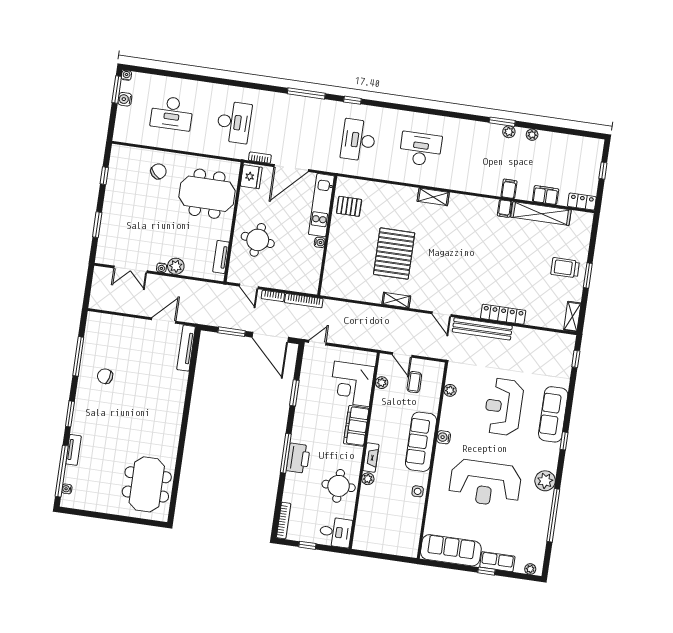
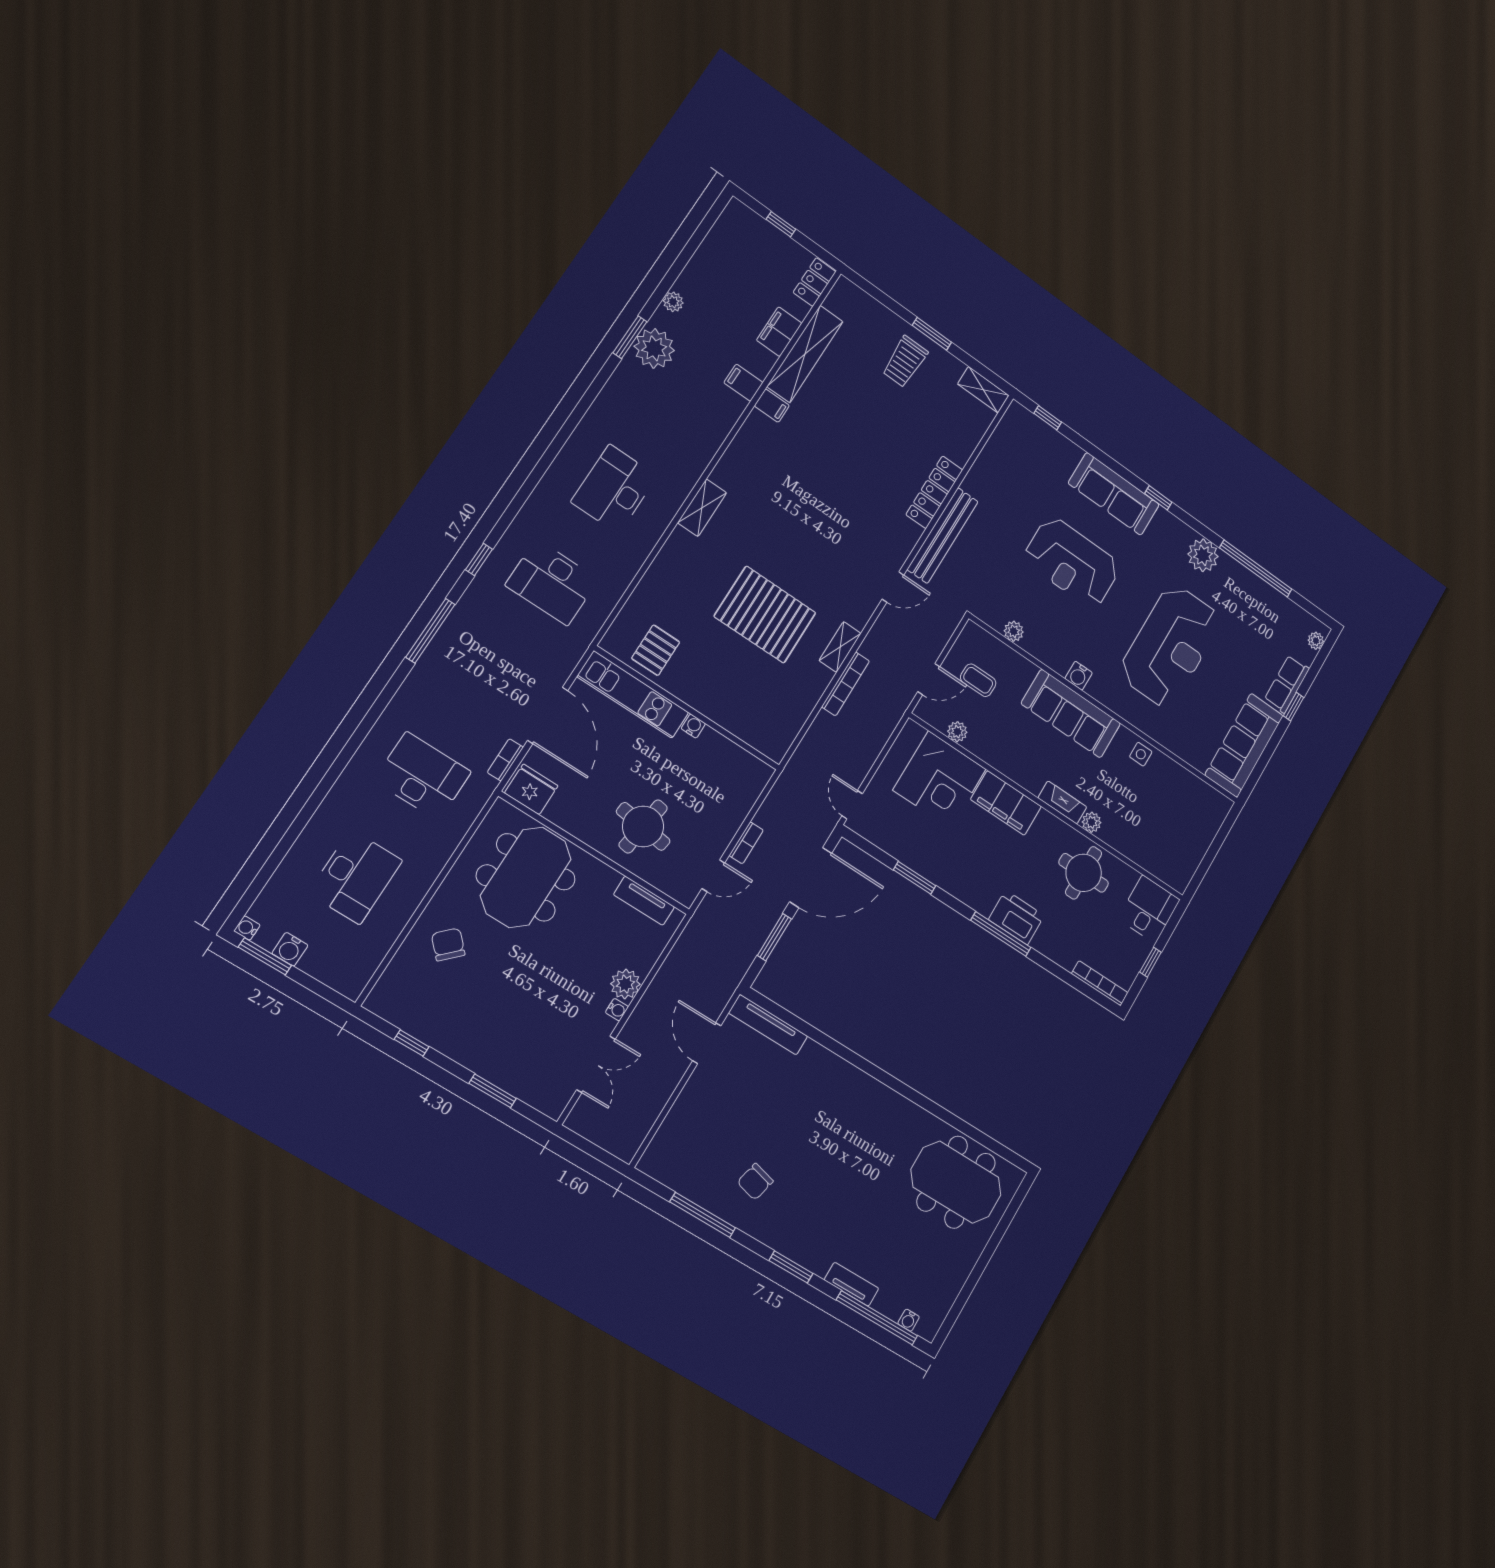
plant: (509, 132) -> (654, 348), width x1.87, depth x1.87
bookcase: (304, 301) -> (846, 684), moved

